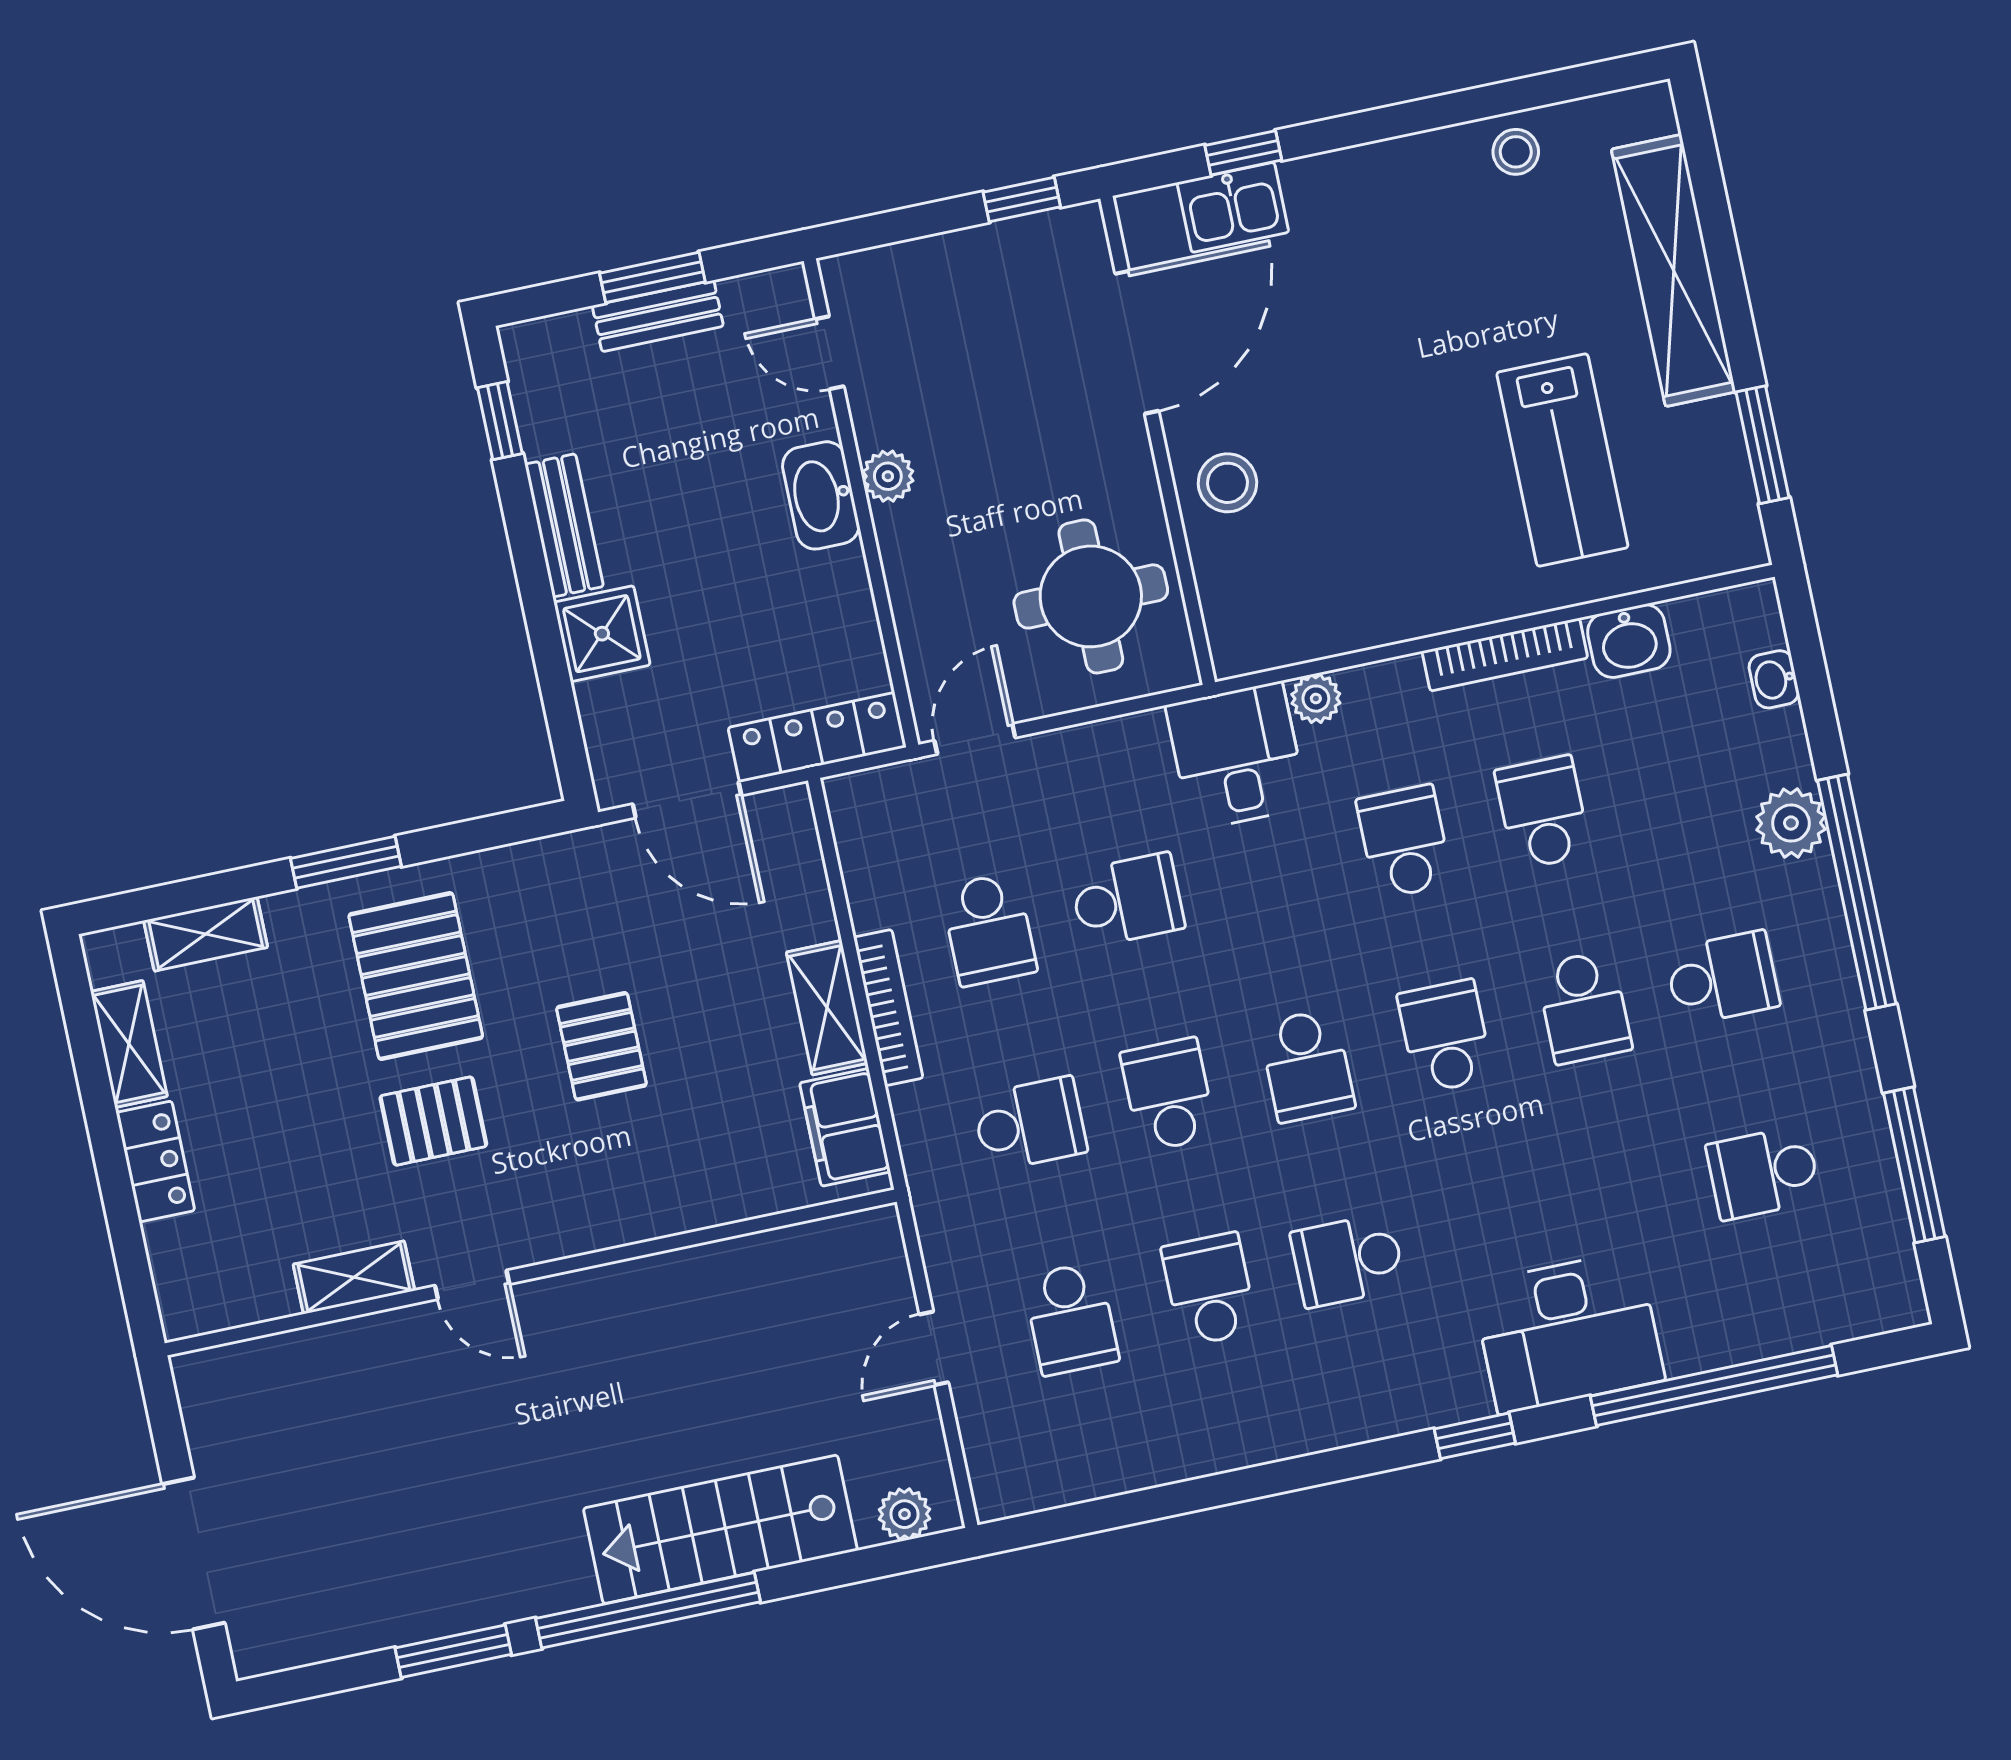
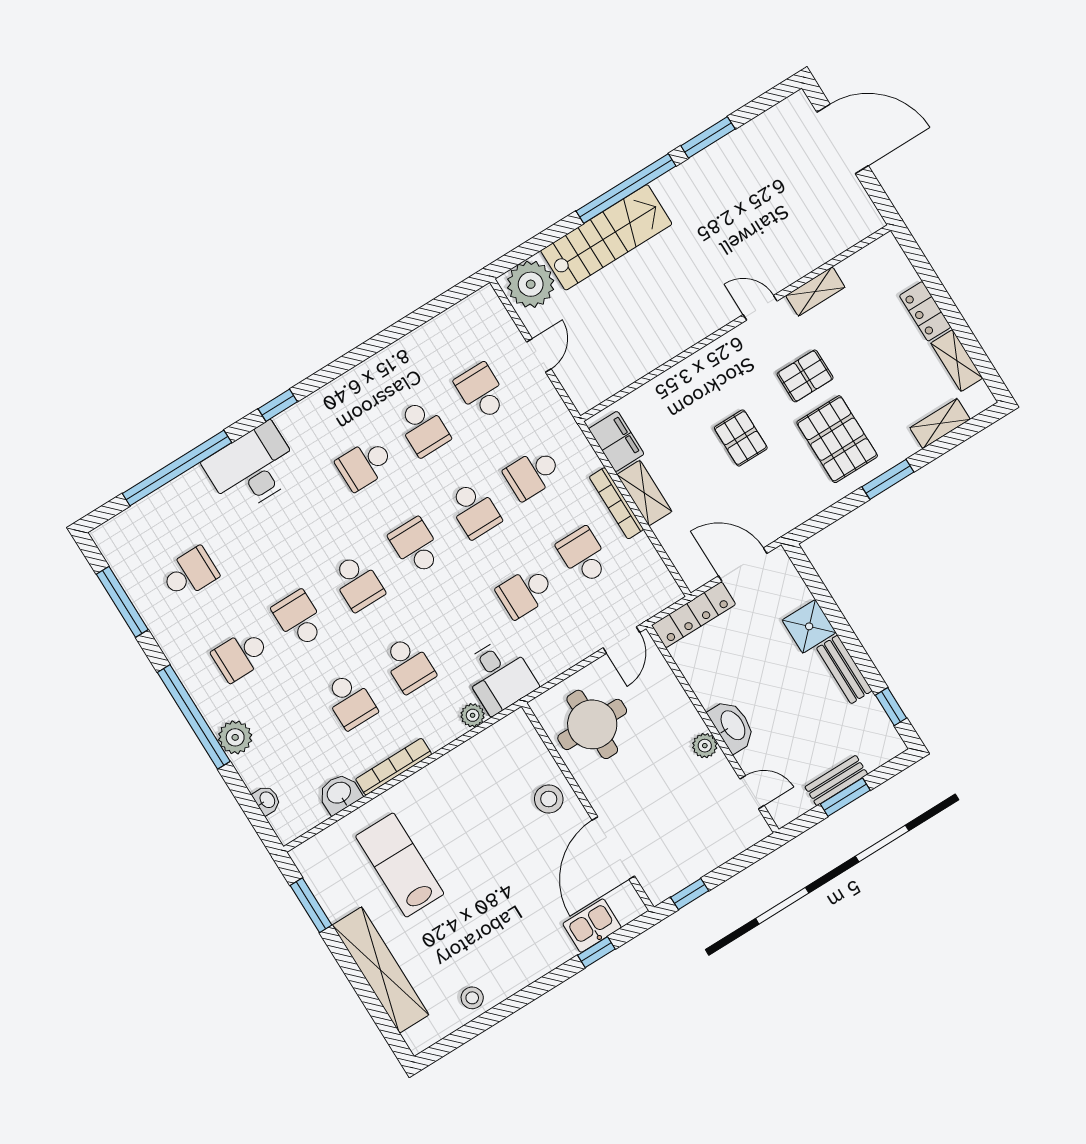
school desk: (1348, 1260) -> (365, 464), turned 180
plant: (904, 1514) -> (531, 284), width x1.88, depth x1.88

